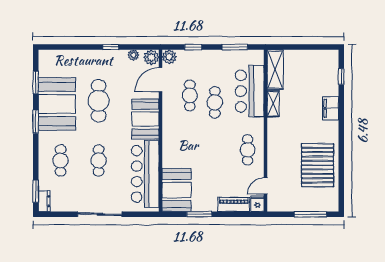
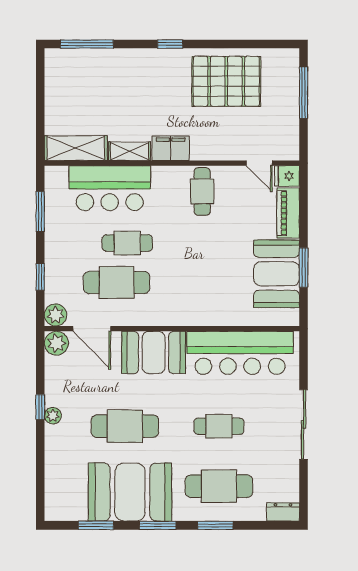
plant: (133, 55) -> (53, 416), moved
window: (341, 77) -> (87, 44), width x2.17
cafe table: (190, 95) -> (117, 282), width x1.37, depth x1.35
filing cabinet: (331, 108) -> (171, 148), moved, turned 180
window: (341, 130) -> (170, 44), added
cafe table: (248, 150) -> (202, 191), turned 90
cafe table: (61, 160) -> (219, 486), width x1.37, depth x1.35
booth: (177, 190) -> (277, 274), moved, turned 90
window: (36, 191) -> (215, 525), moved

